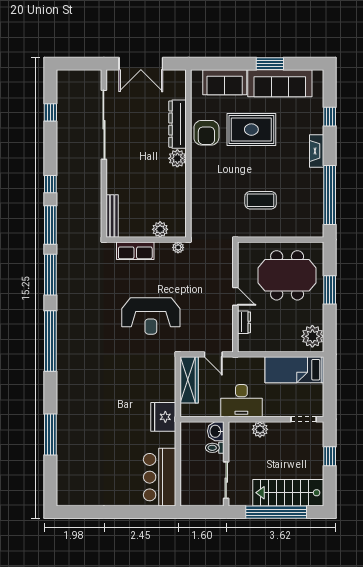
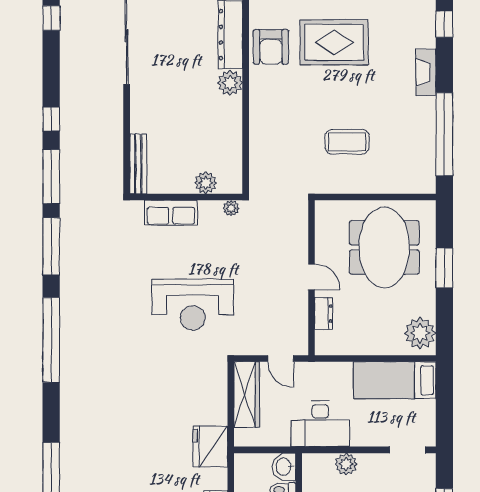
meeting table: (287, 275) -> (384, 247), turned 90

